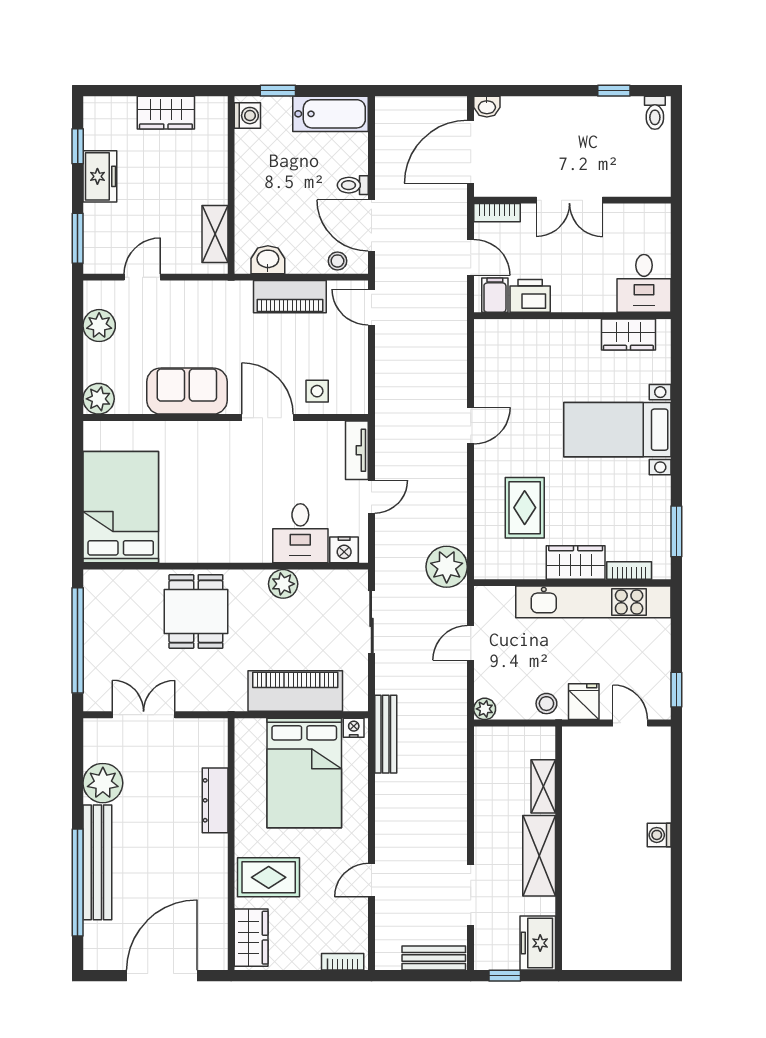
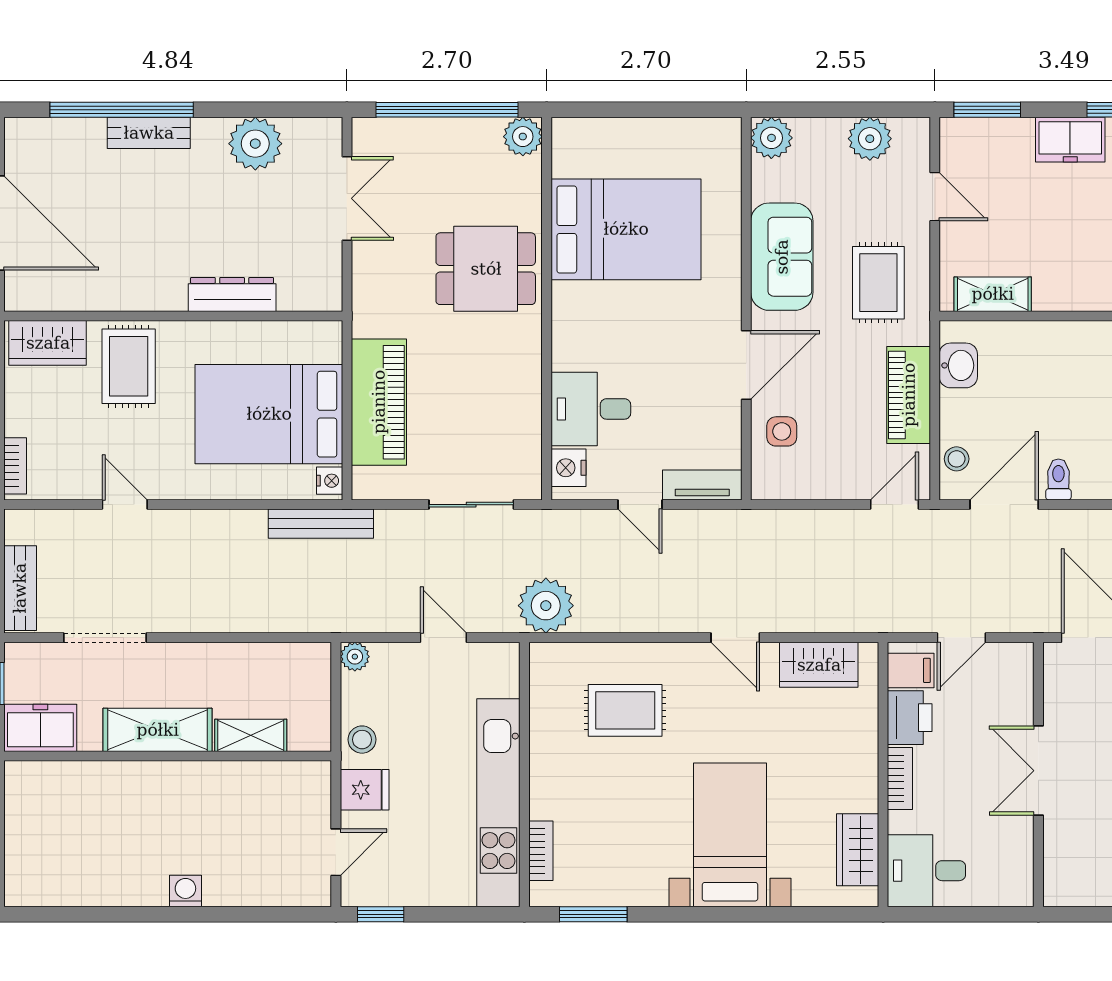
bookcase: (497, 213) -> (900, 779), moved, turned 180
rug: (206, 319) -> (878, 283), added
bed: (121, 507) -> (626, 229), moved
wardrobe: (576, 562) -> (819, 665), moved, turned 90
plant: (283, 584) -> (523, 137), moved
bench: (97, 862) -> (149, 133), width x0.54, depth x0.82

